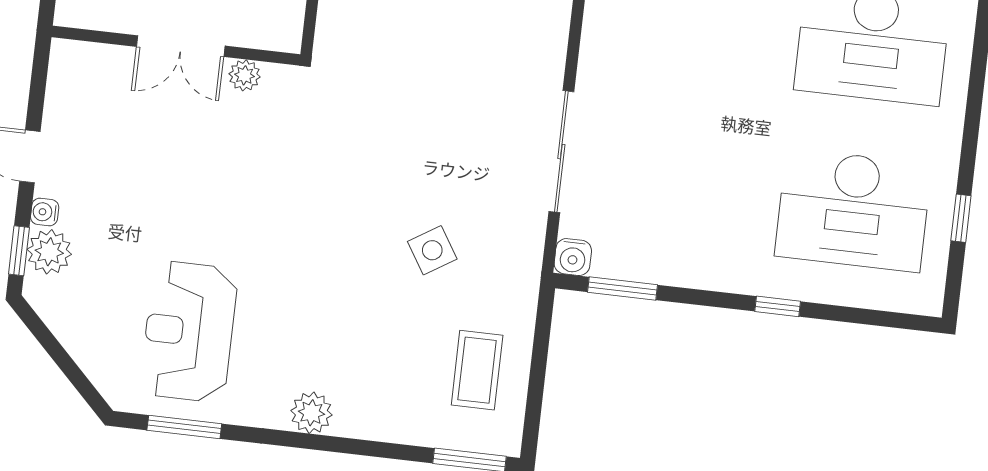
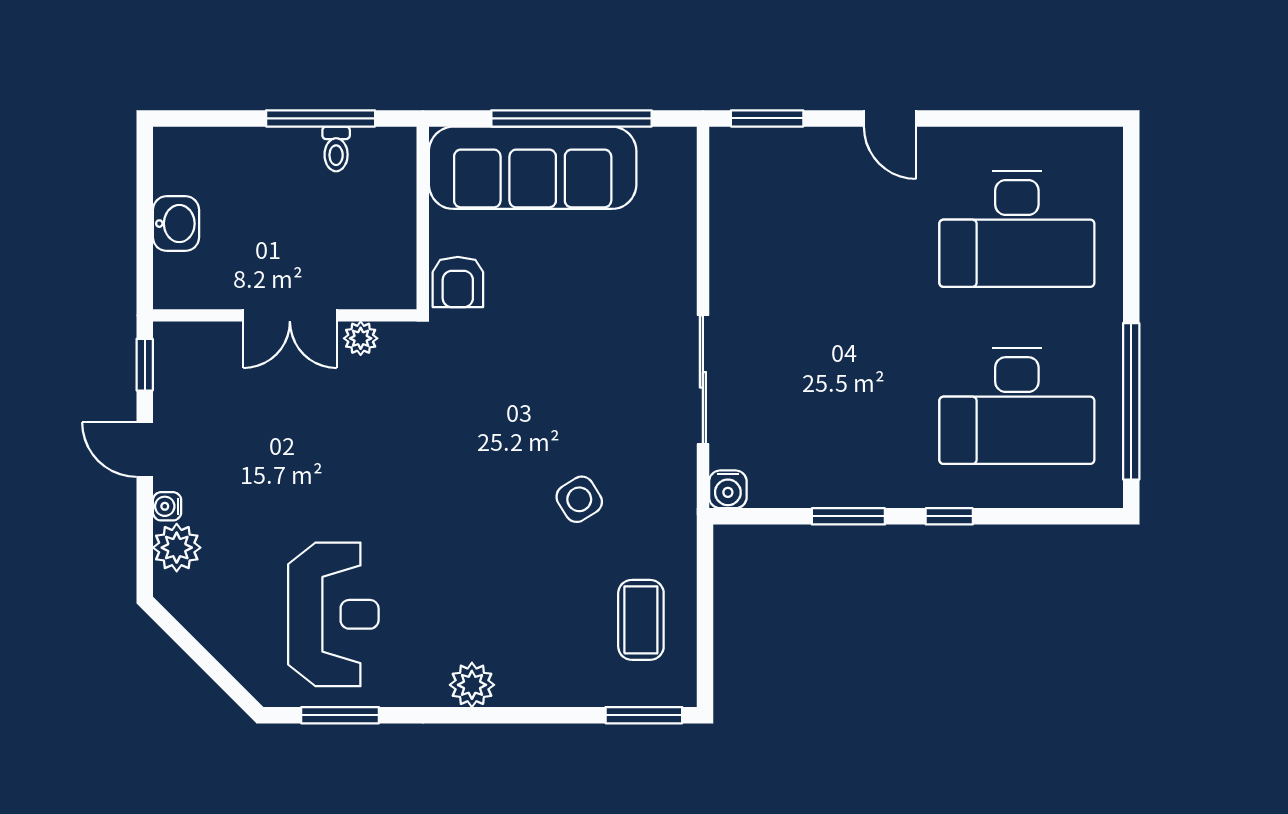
armchair: (342, 33) -> (458, 282), added
window: (961, 218) -> (1131, 401), width x3.17
window: (19, 251) -> (145, 365), moved
window: (622, 288) -> (848, 516), moved
reception desk: (189, 331) -> (333, 614), turned 180

